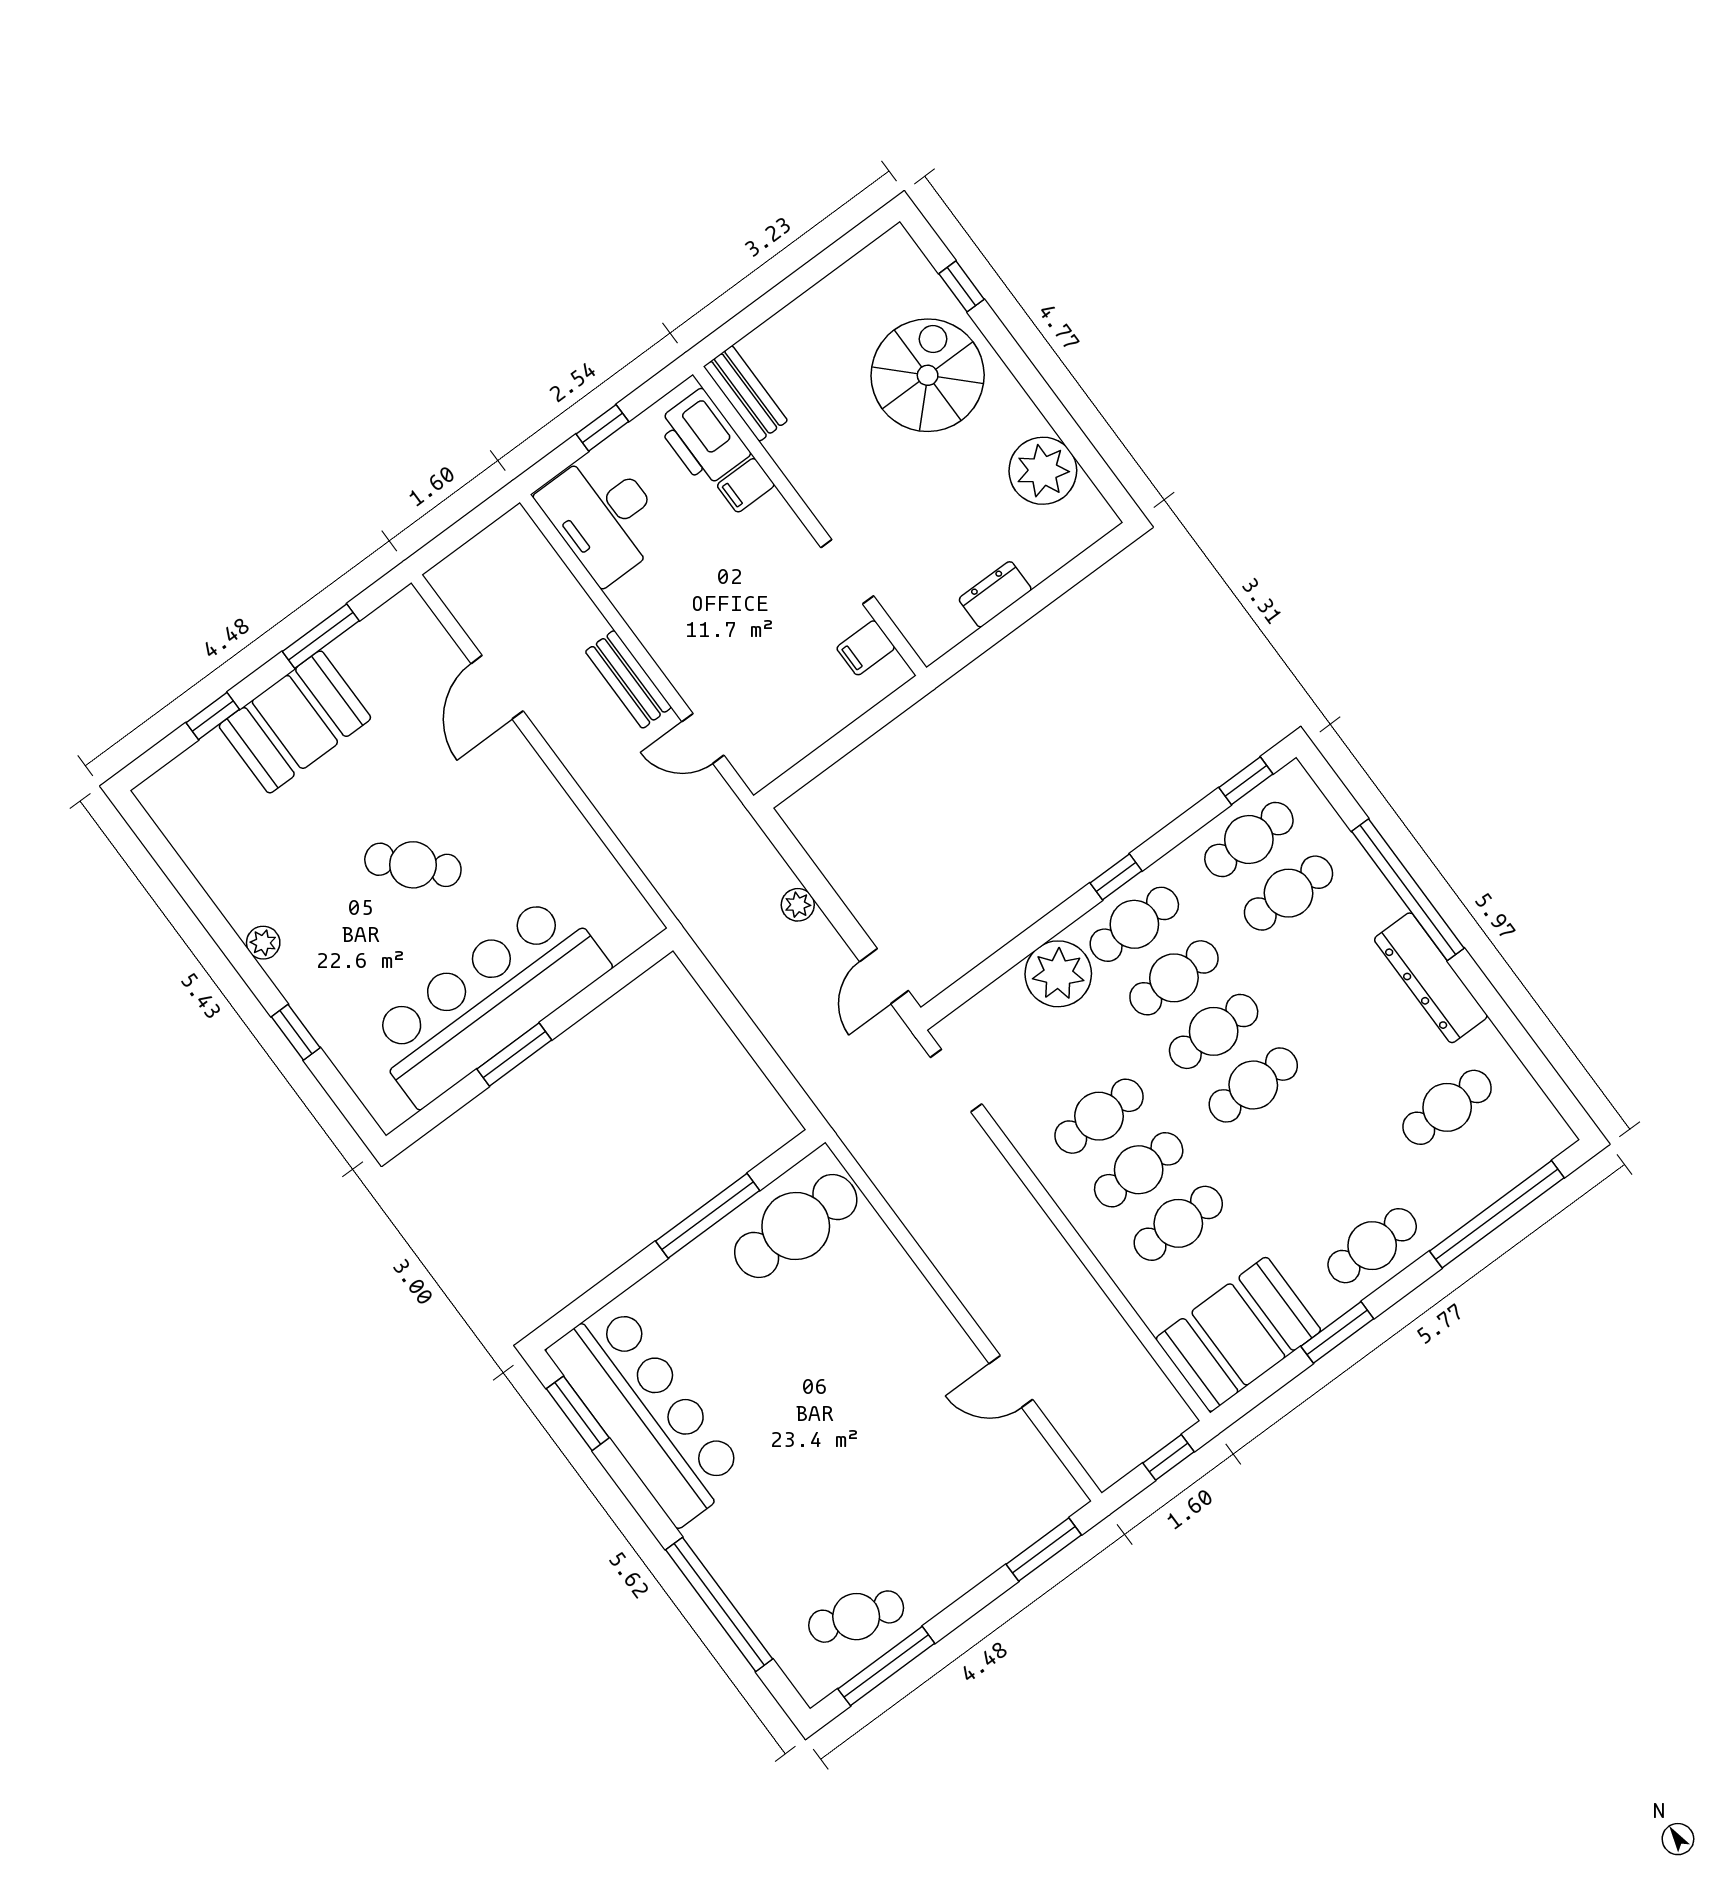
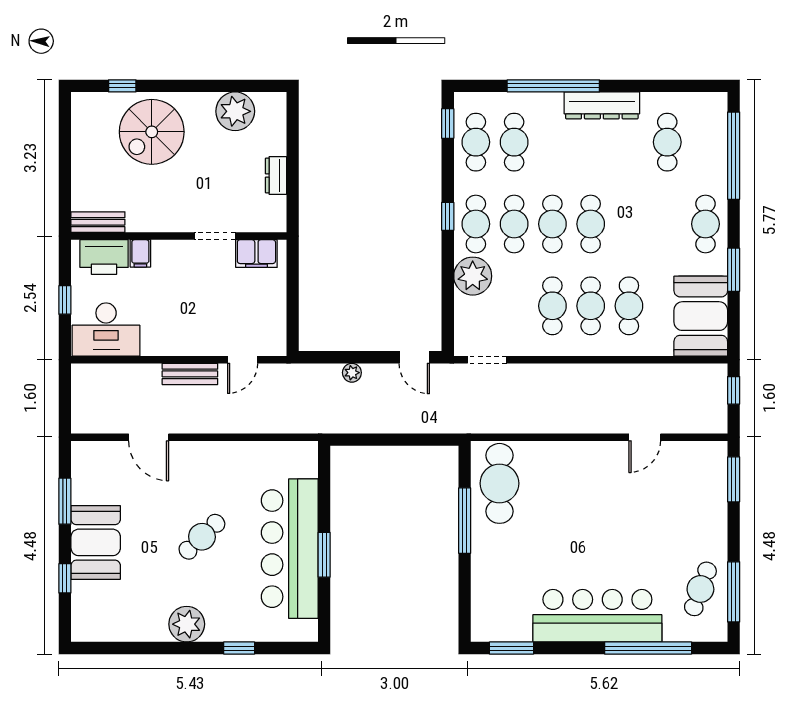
spiral stairs: (928, 375) -> (152, 132), turned -90
filing cabinet: (866, 648) -> (256, 254), width x2.00
plant: (263, 943) -> (187, 624), width x1.88, depth x1.88
bar counter: (647, 1413) -> (597, 616), moved

